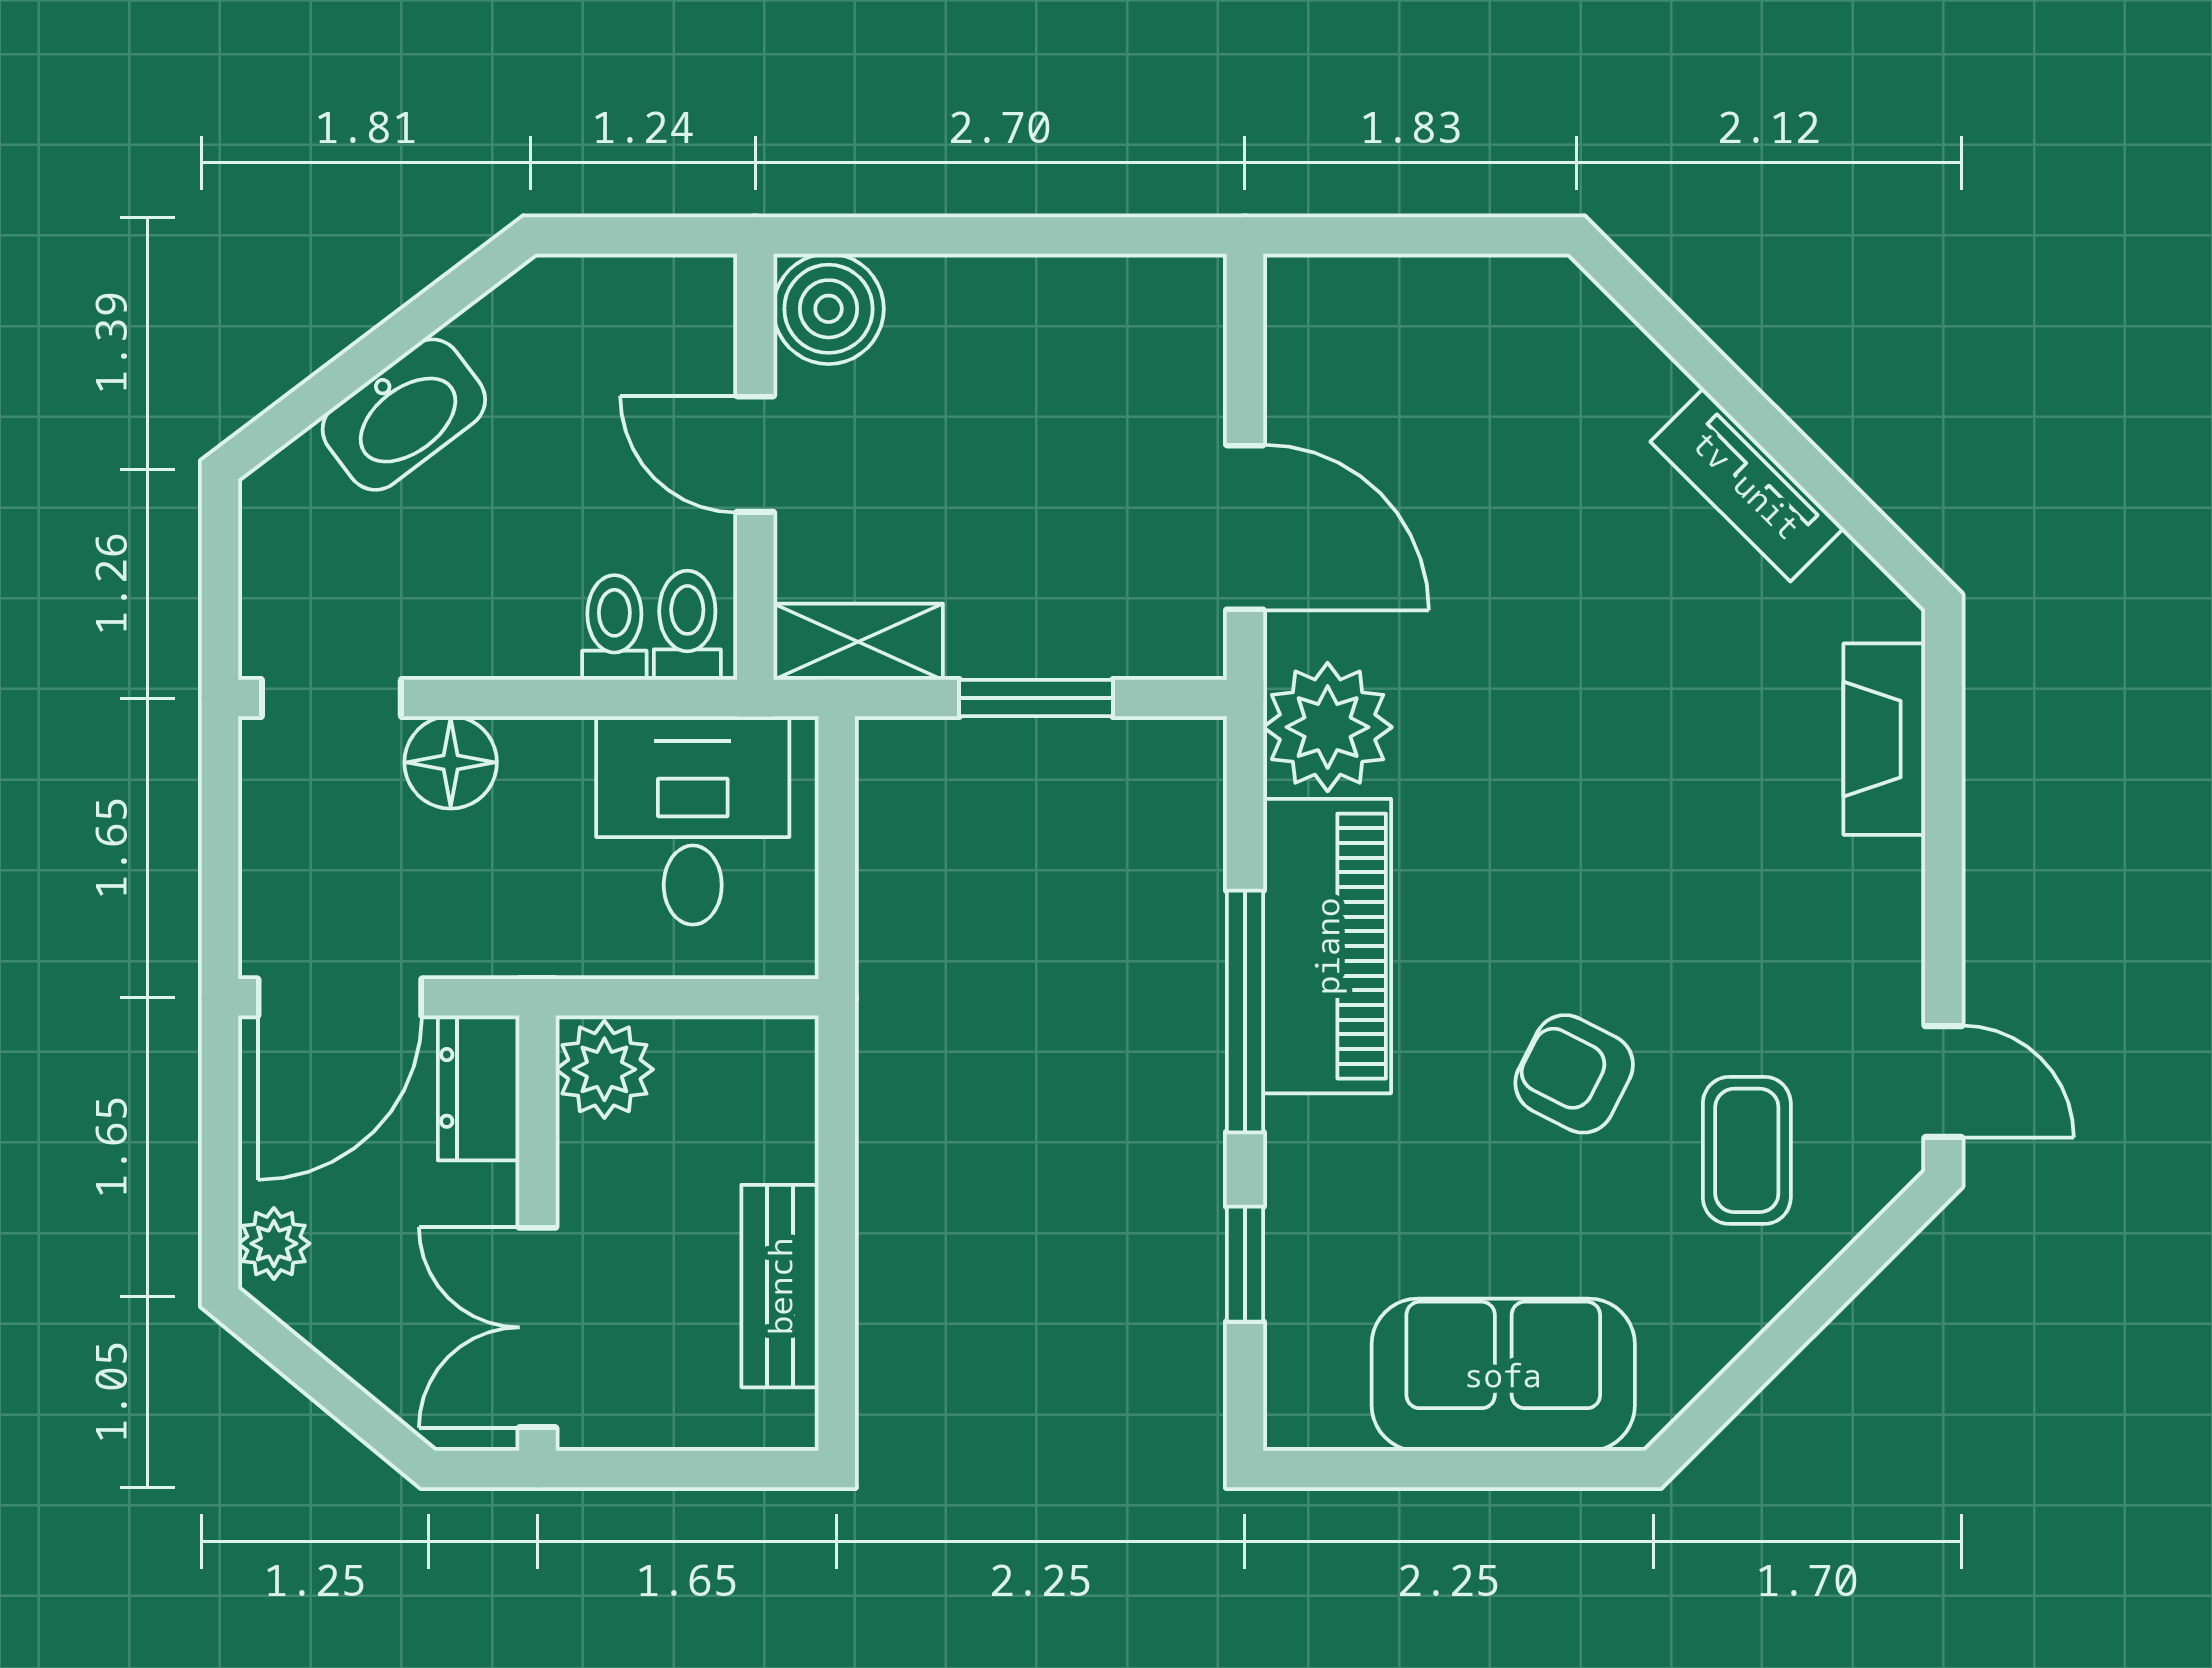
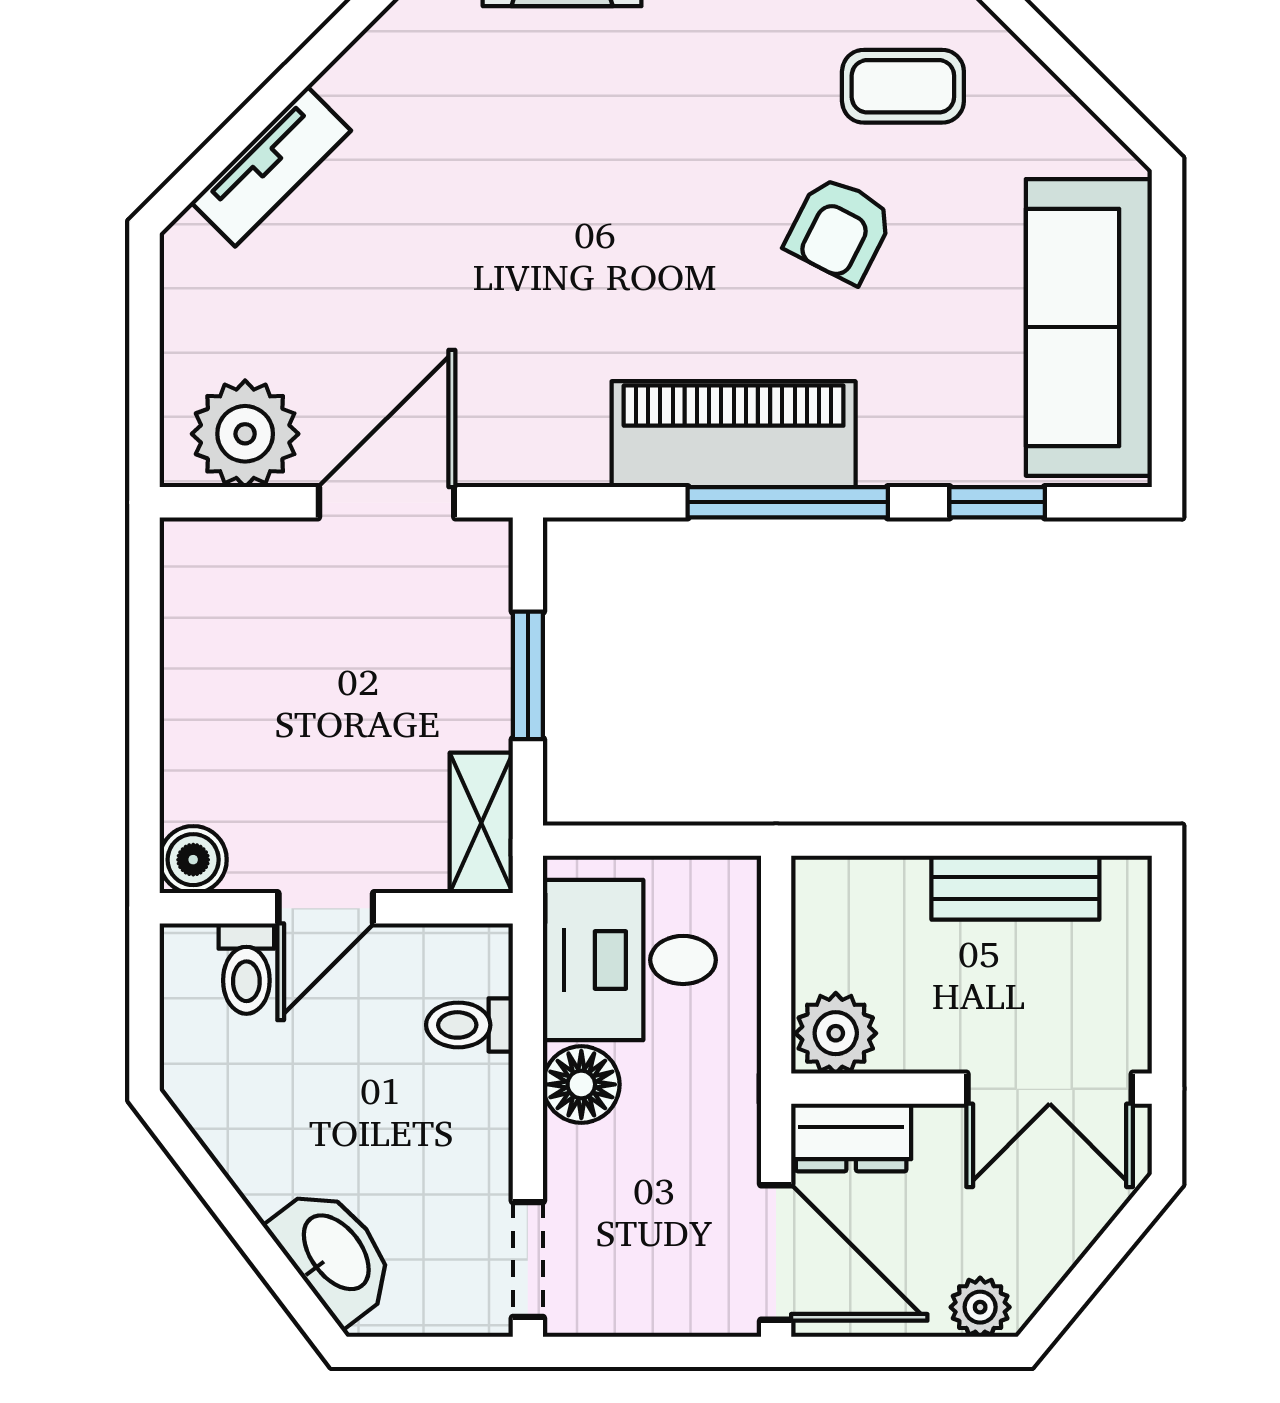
boiler: (829, 309) -> (193, 860), width x0.73, depth x0.73
washbasin: (404, 415) -> (334, 1254), moved
tv unit: (1747, 485) -> (271, 166), moved
toilet: (687, 625) -> (246, 969), moved, turned -90
plant: (1328, 727) -> (245, 434), moved
floor lamp: (451, 762) -> (581, 1084), moved
sofa: (1503, 1375) -> (1089, 327), width x1.36

